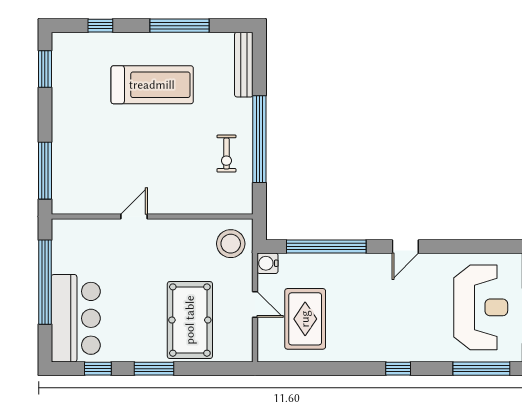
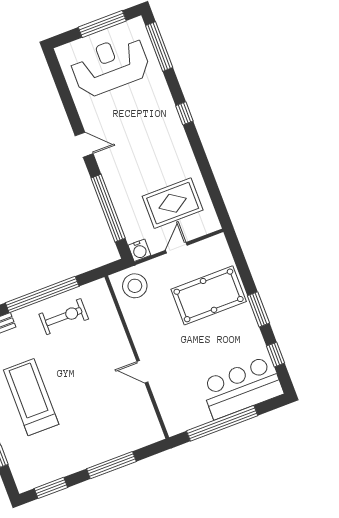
exercise bike: (226, 154) -> (64, 317), width x1.38, depth x1.39
window: (45, 171) -> (111, 465), moved

